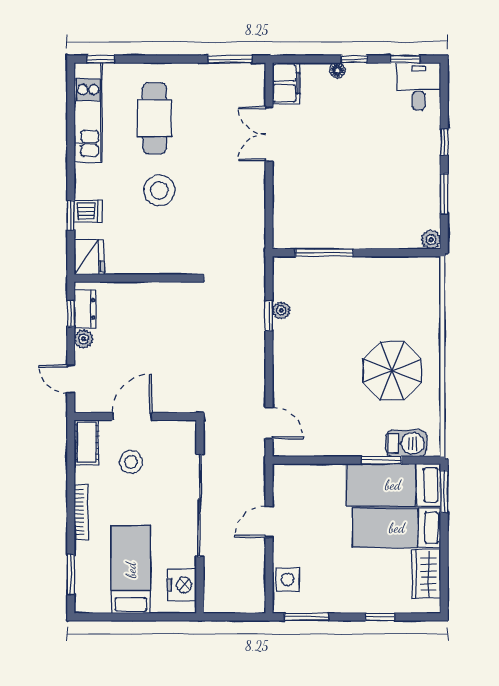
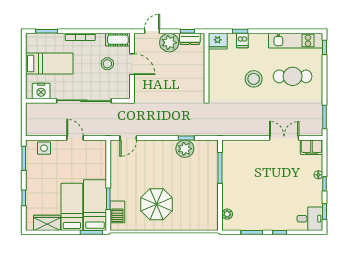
plant: (431, 240) -> (227, 214), moved
plant: (281, 310) -> (185, 149), width x1.88, depth x1.88
plant: (84, 339) -> (169, 43), width x1.88, depth x1.88

